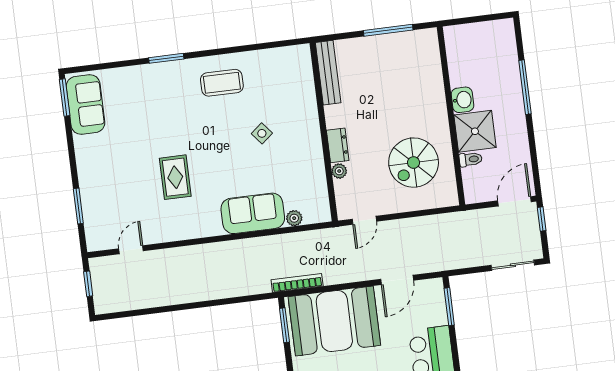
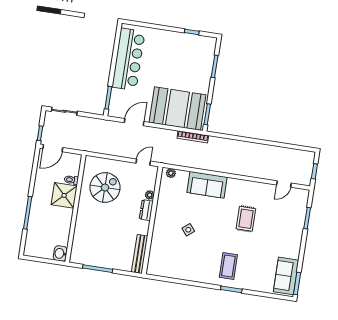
coffee table: (222, 83) -> (228, 266), moved, turned 90
washbasin: (462, 100) -> (60, 254), moved
plant: (294, 218) -> (171, 173), moved

